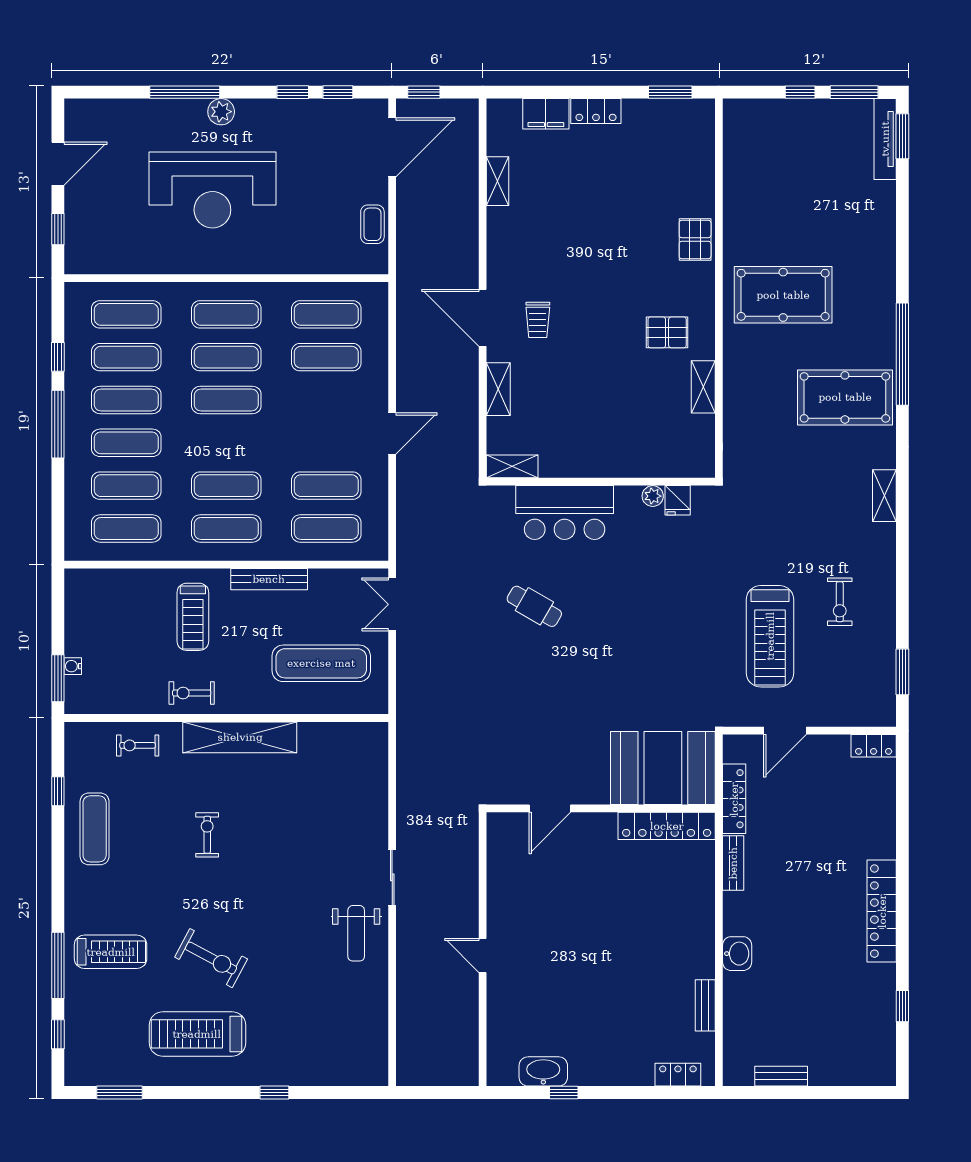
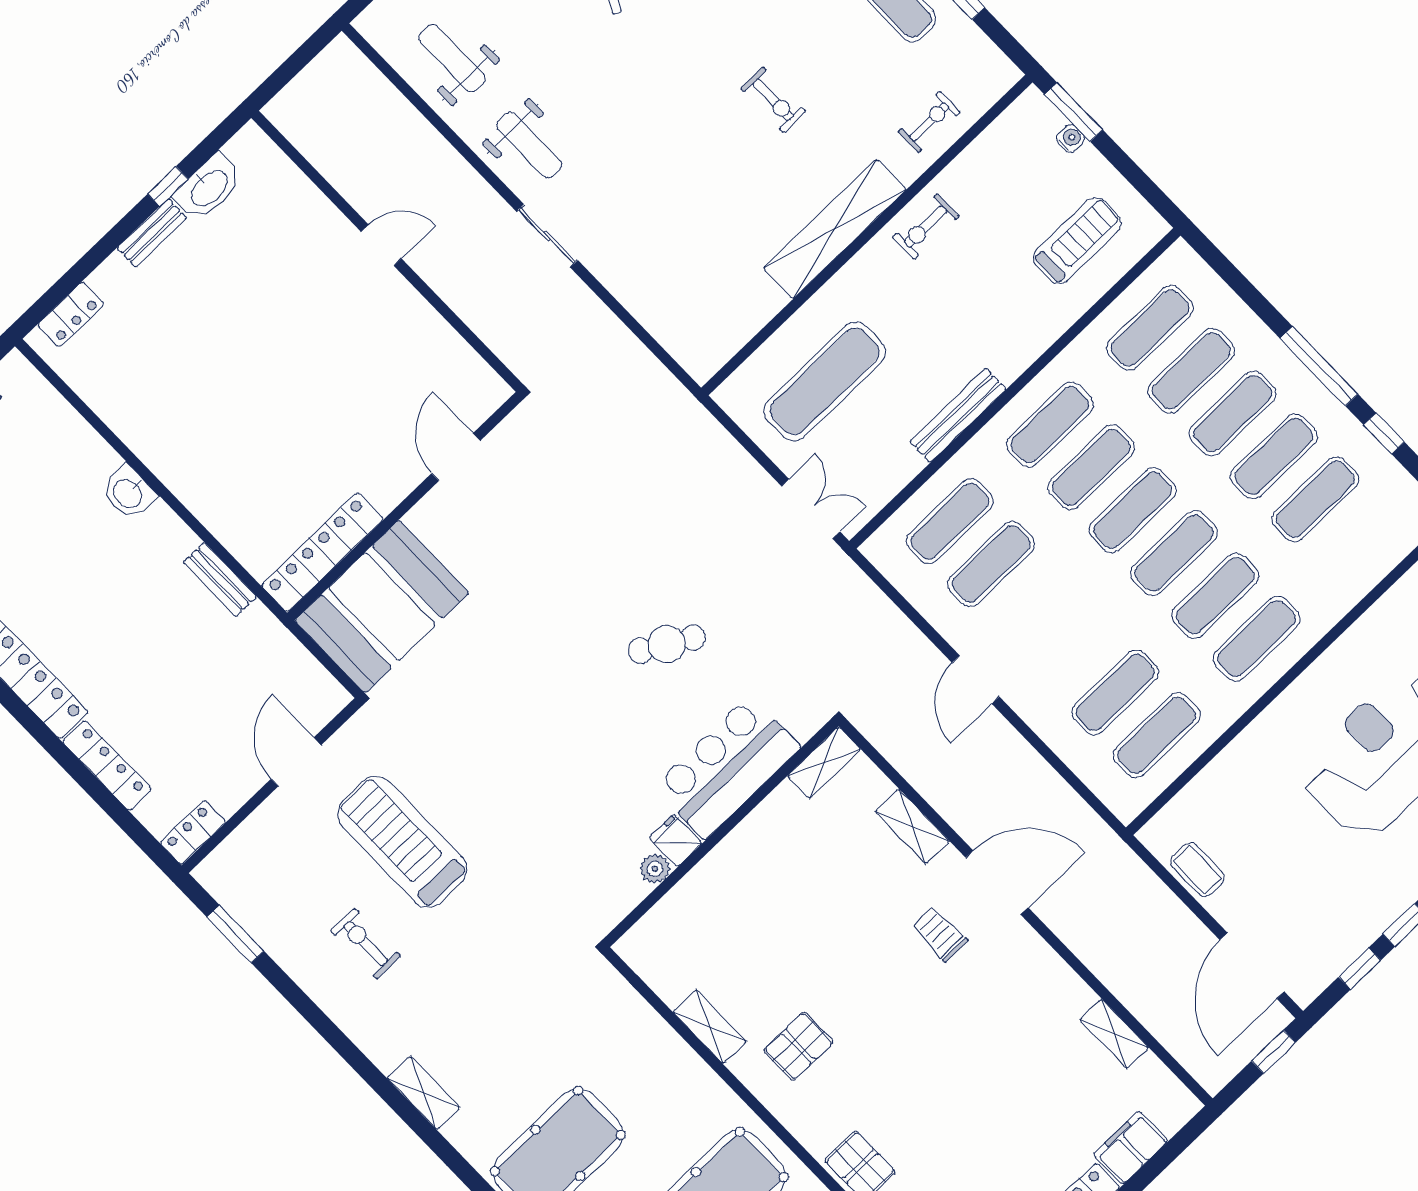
exercise mat: (126, 314) -> (1133, 510), moved
fridge: (678, 500) -> (676, 840), moved
treadmill: (193, 617) -> (1077, 241), moved, turned 90
exercise bike: (192, 693) -> (926, 227), turned 180
locker: (734, 799) -> (107, 766), moved, turned 180
weight bench: (356, 933) -> (529, 145), turned 180
bench: (705, 1005) -> (152, 233), moved, turned 90
weight bench: (353, 1017) -> (452, 58), added

